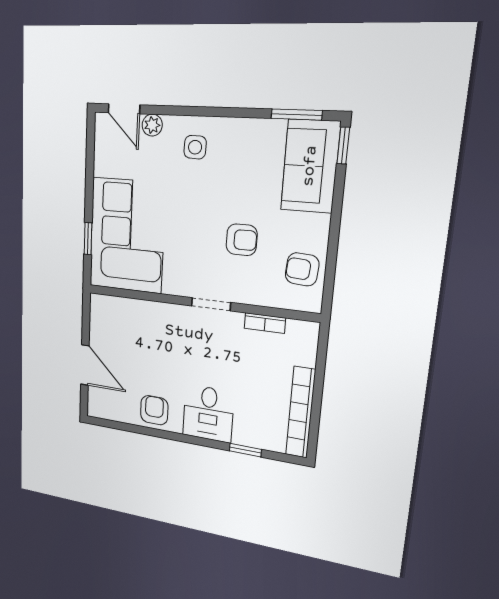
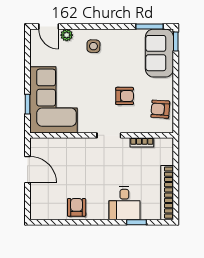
door: (85, 365) -> (27, 170), moved
desk: (208, 413) -> (124, 203), moved

